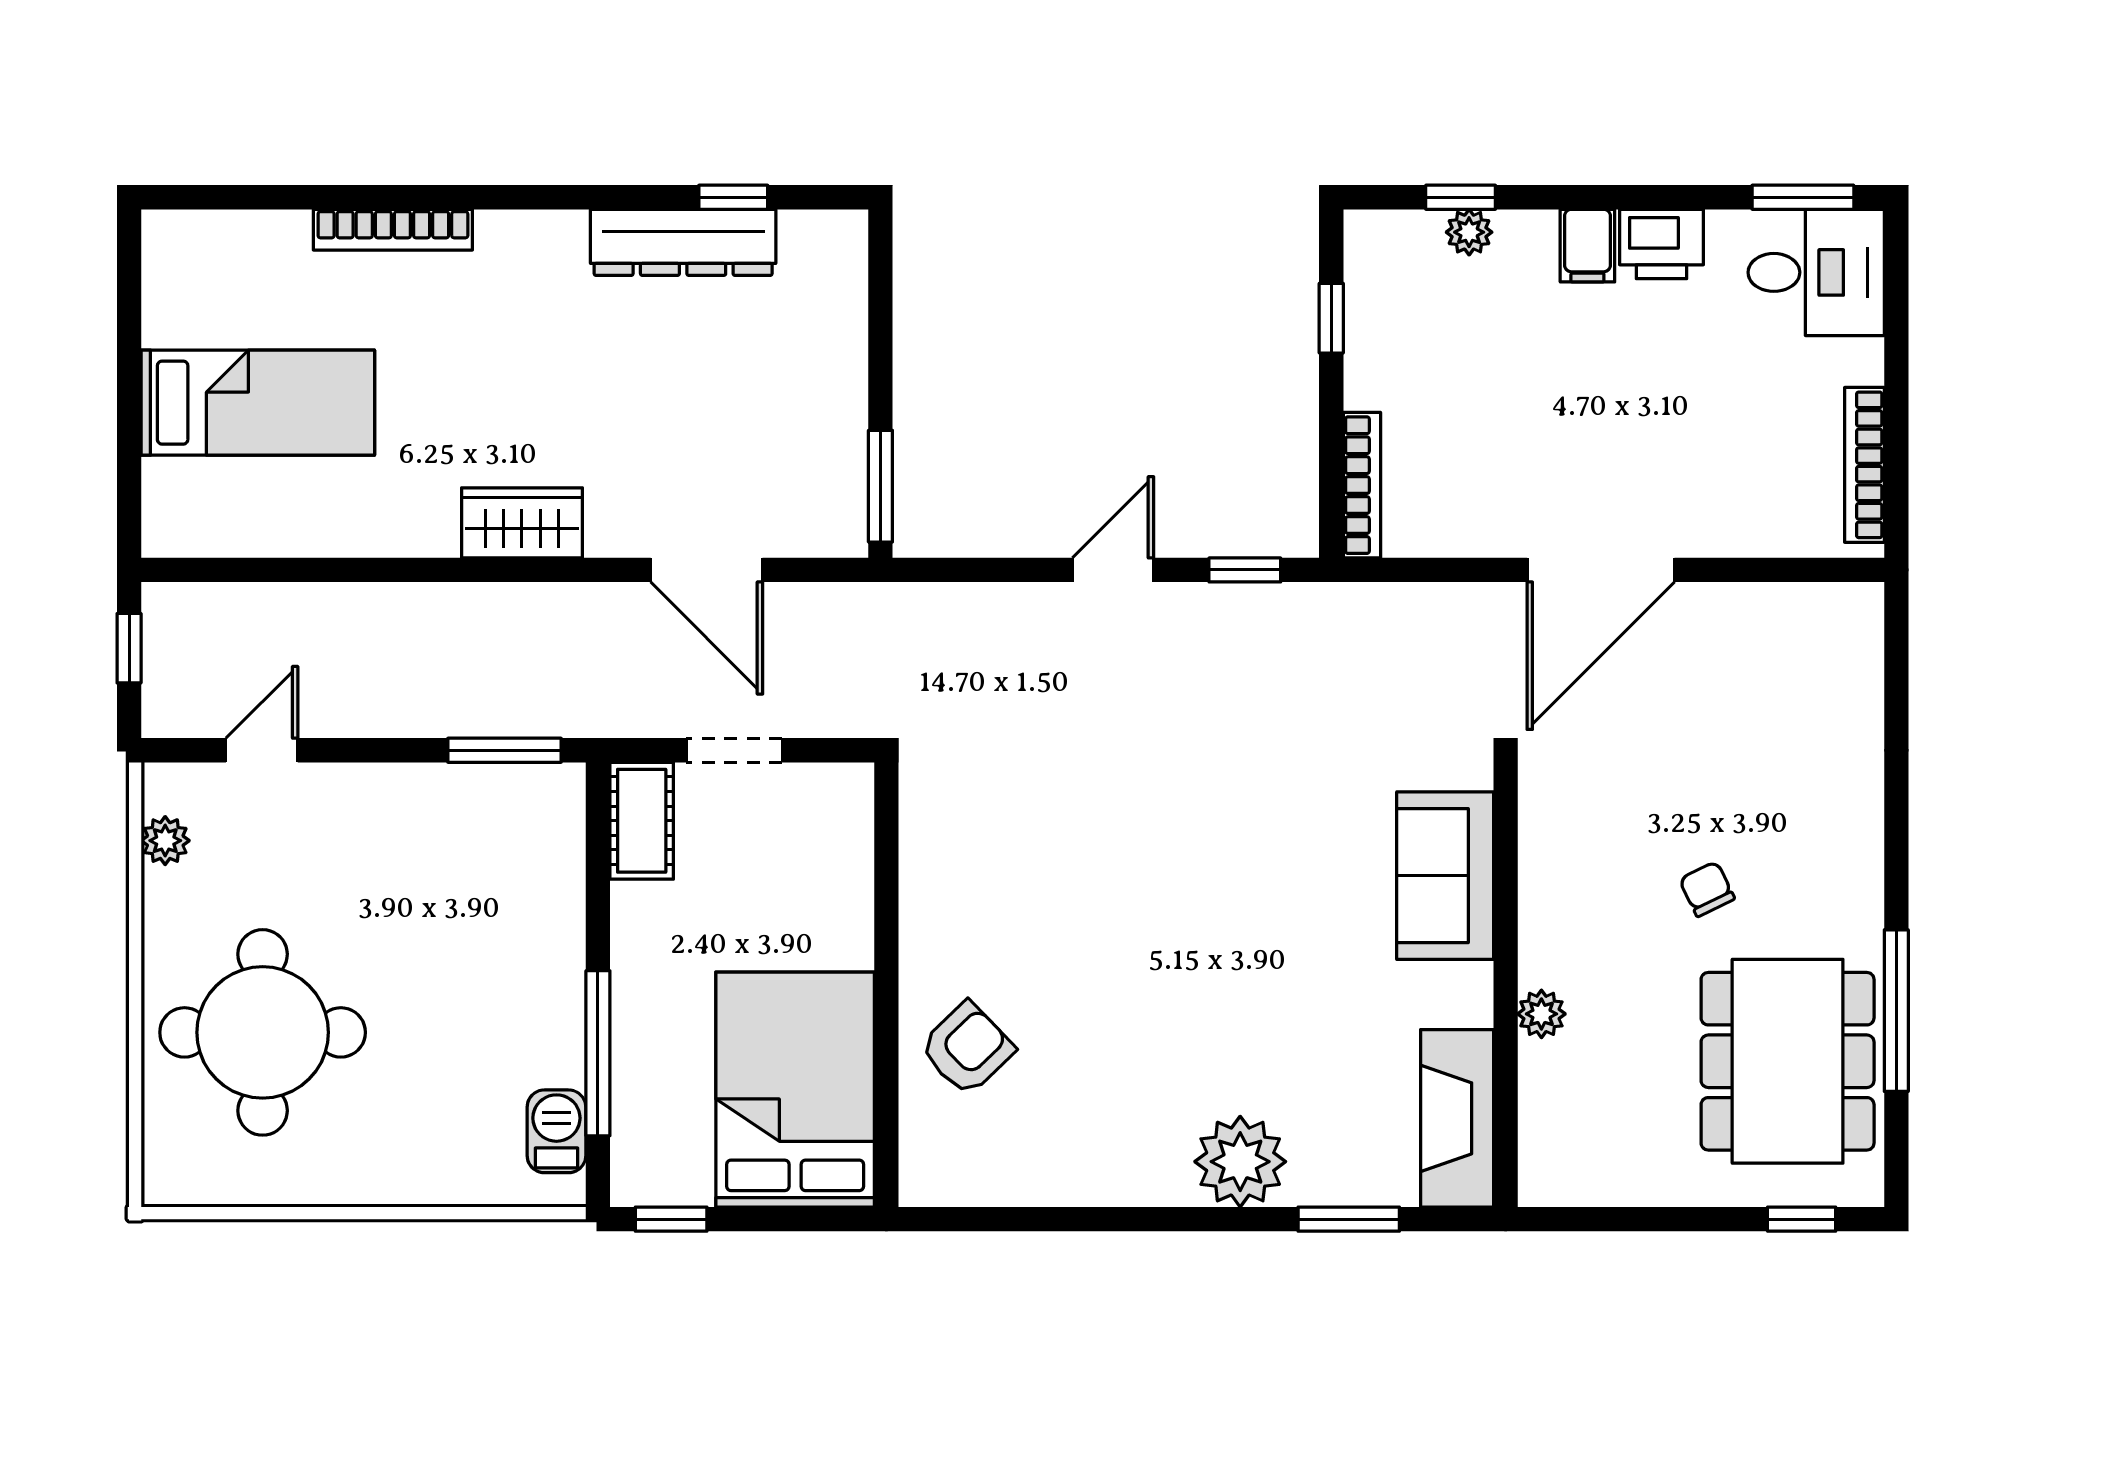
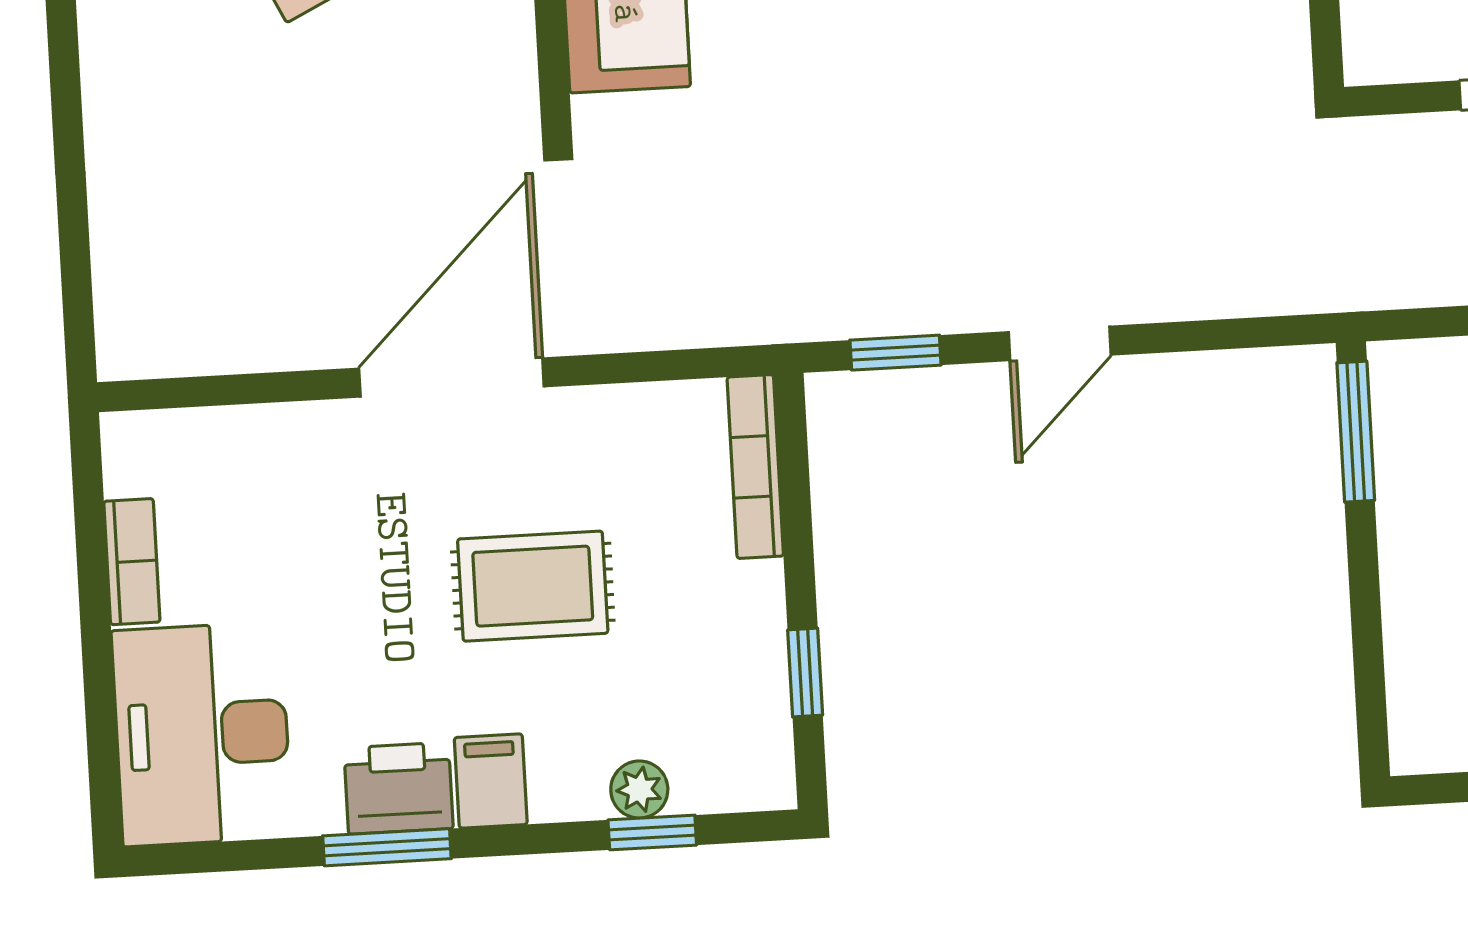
window: (1803, 197) -> (387, 847), moved
desk: (1816, 272) -> (202, 734), width x1.37
rug: (1545, 400) -> (533, 586), added
bookcase: (1864, 465) -> (132, 562), width x0.64

